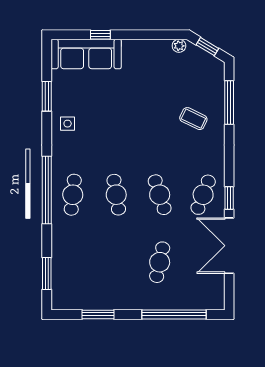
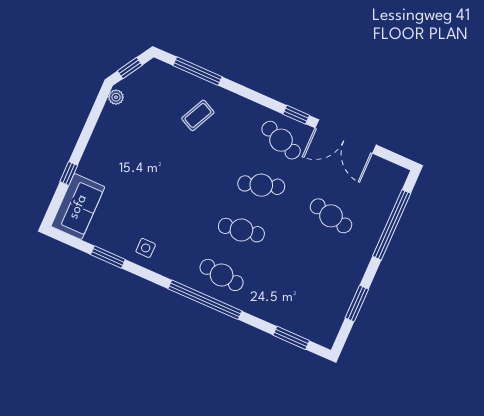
sofa: (86, 54) -> (78, 207), width x0.73

